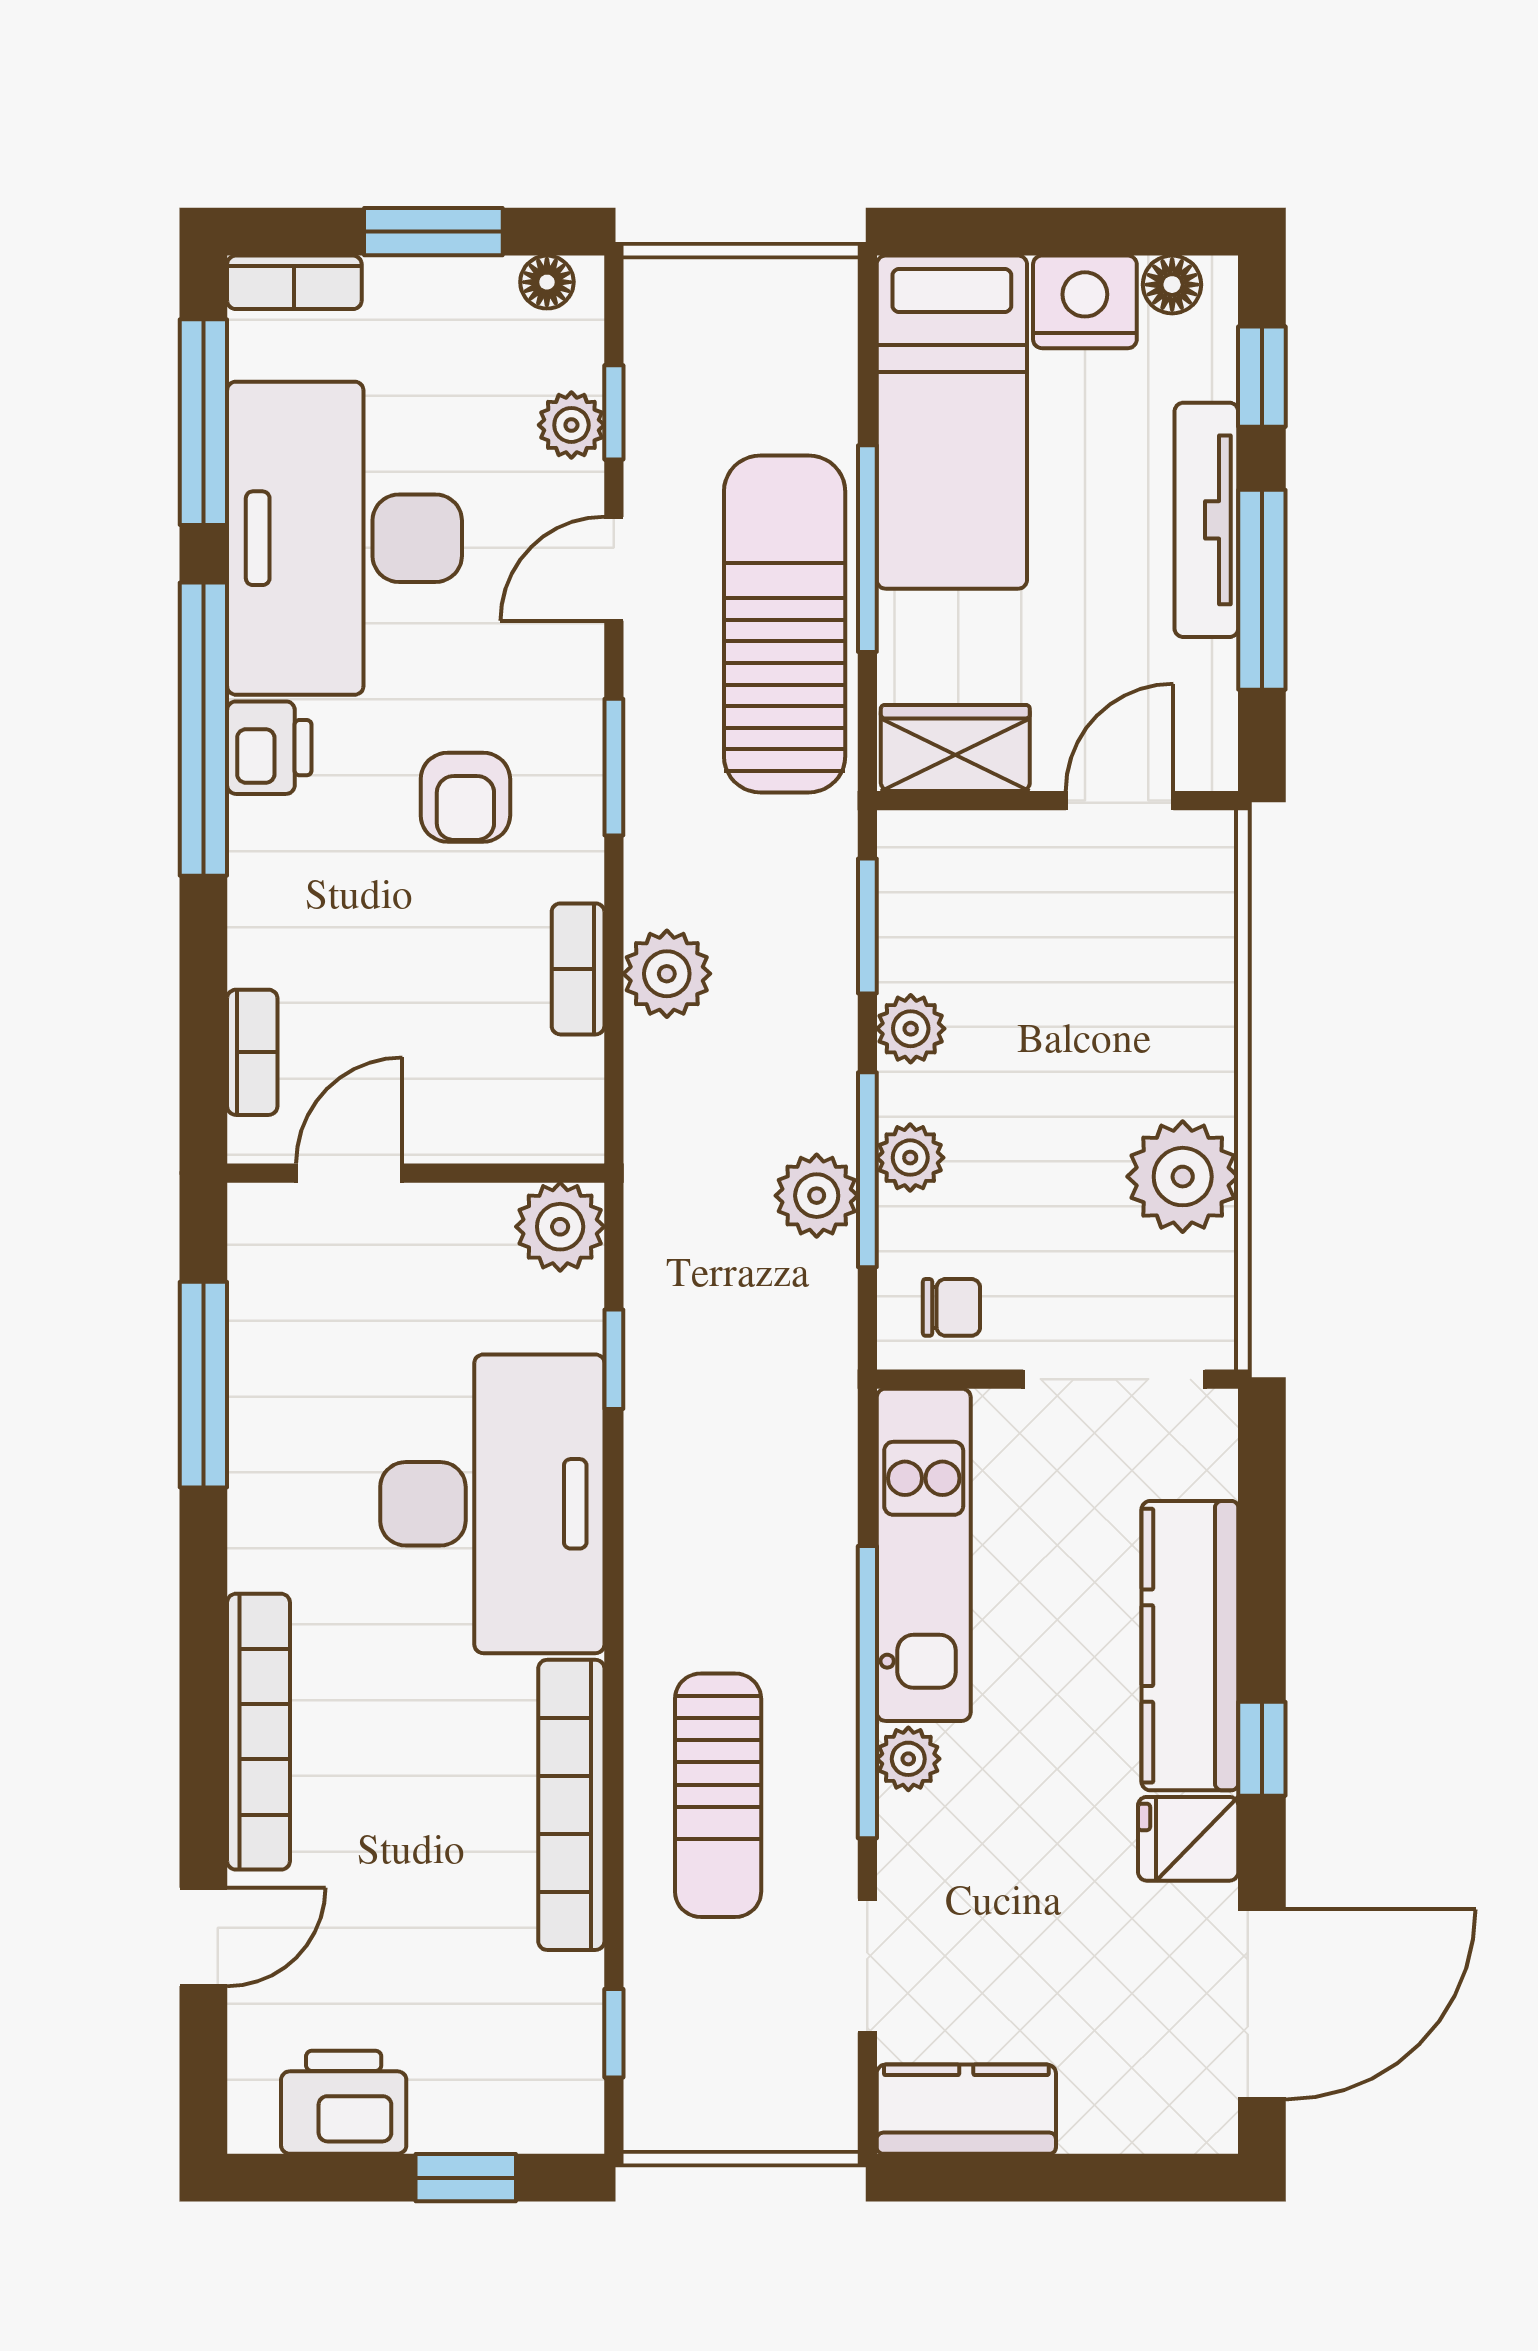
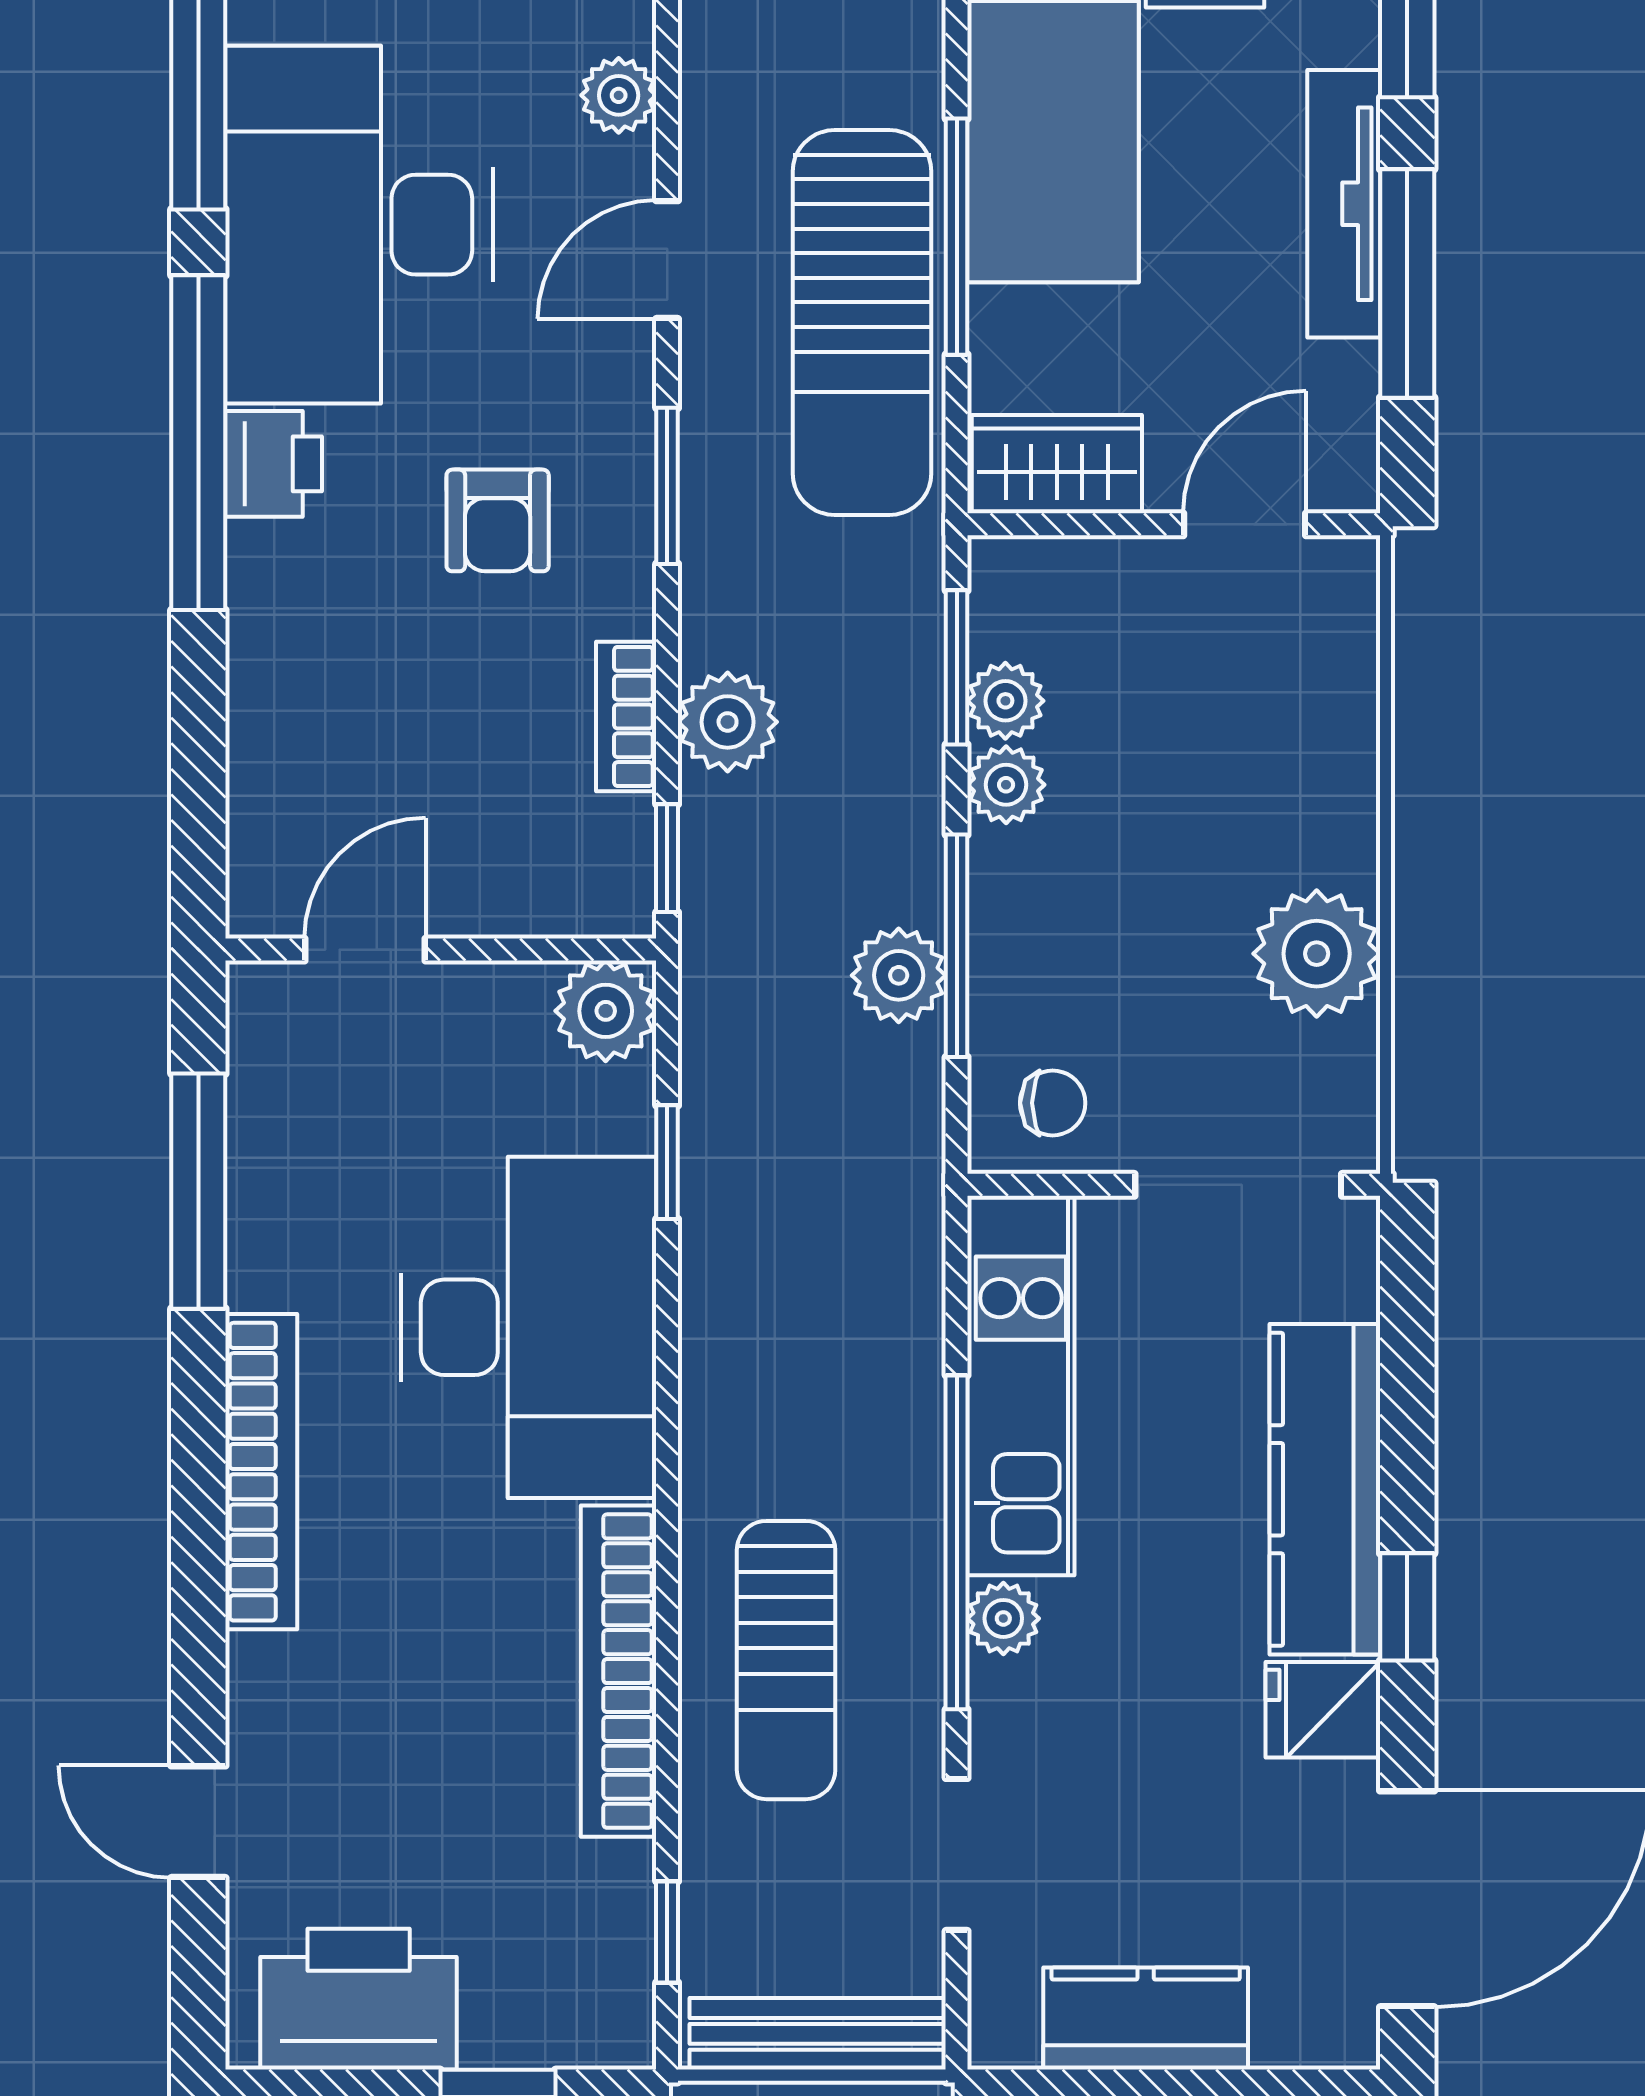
window: (614, 412) -> (667, 858), moved
sun lounger: (785, 624) -> (862, 322), turned 180
bookcase: (252, 1052) -> (254, 812), removed
plant: (910, 1158) -> (1005, 701), moved
bookcase: (258, 1732) -> (261, 1472), moved
door: (203, 1937) -> (198, 1822), swing flipped
printer: (344, 2102) -> (359, 1999), width x1.37, depth x1.19
kitchen counter: (966, 2109) -> (1146, 2019), moved
bench: (746, 2123) -> (818, 2034), added

